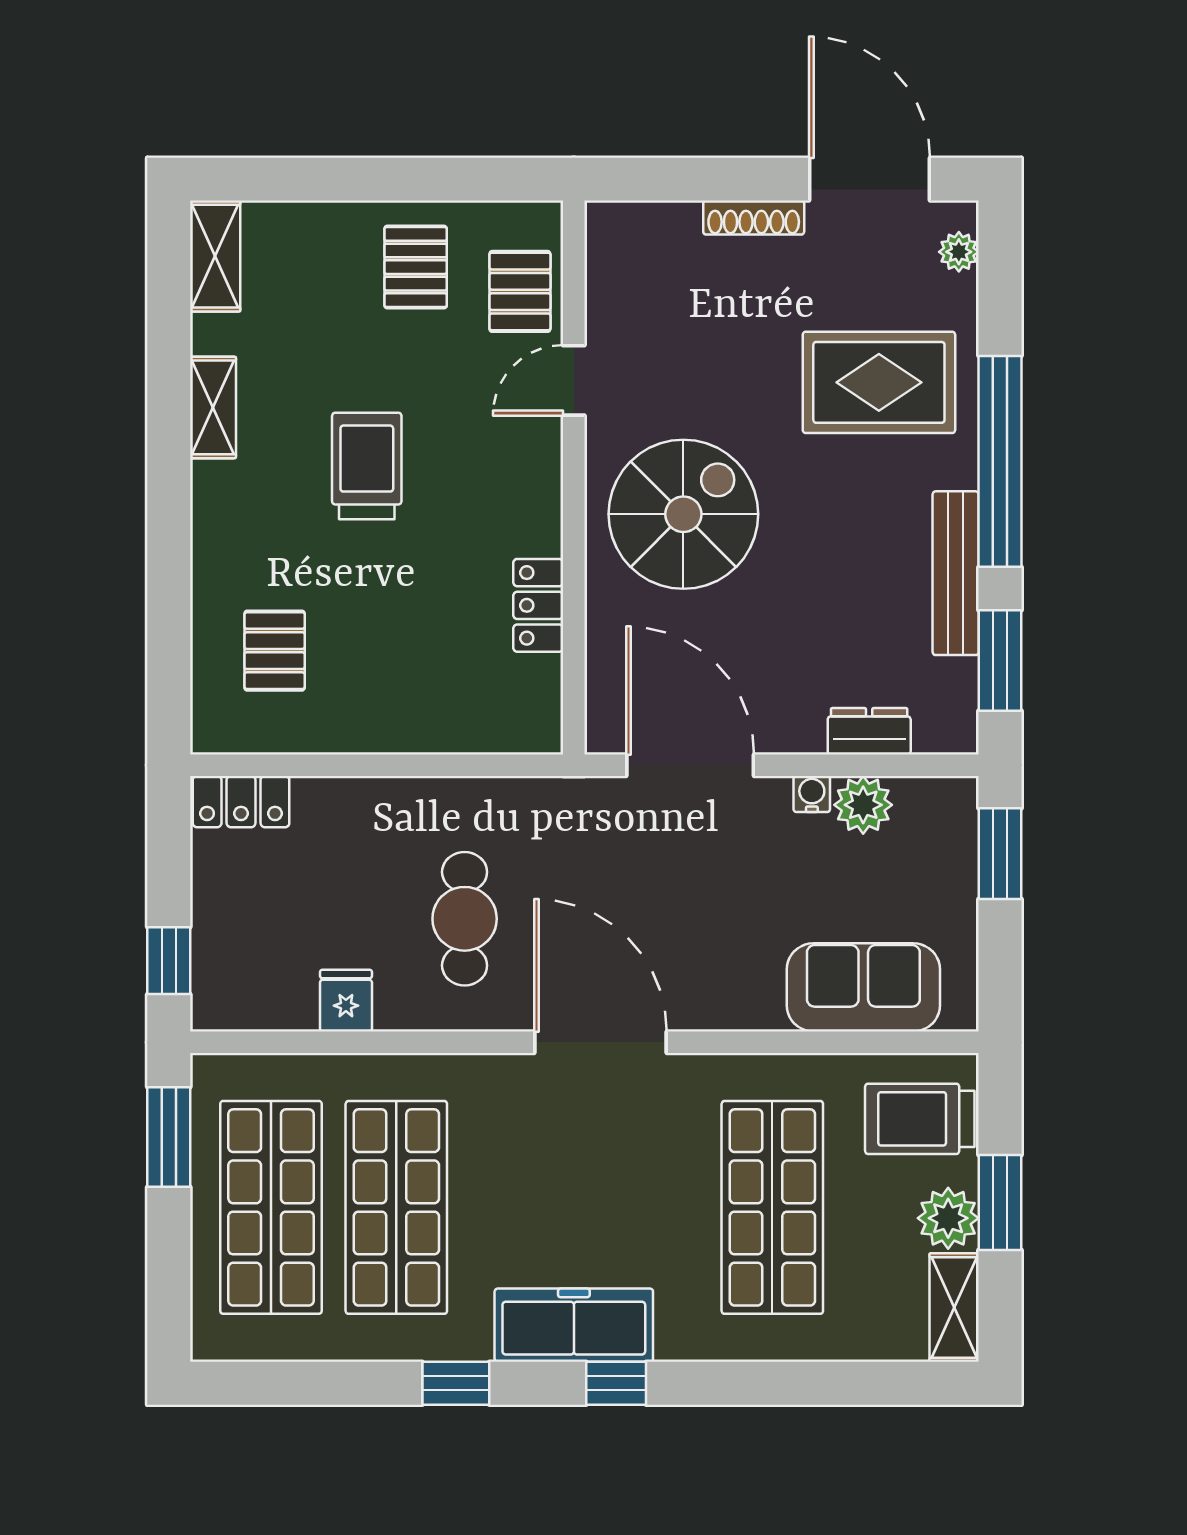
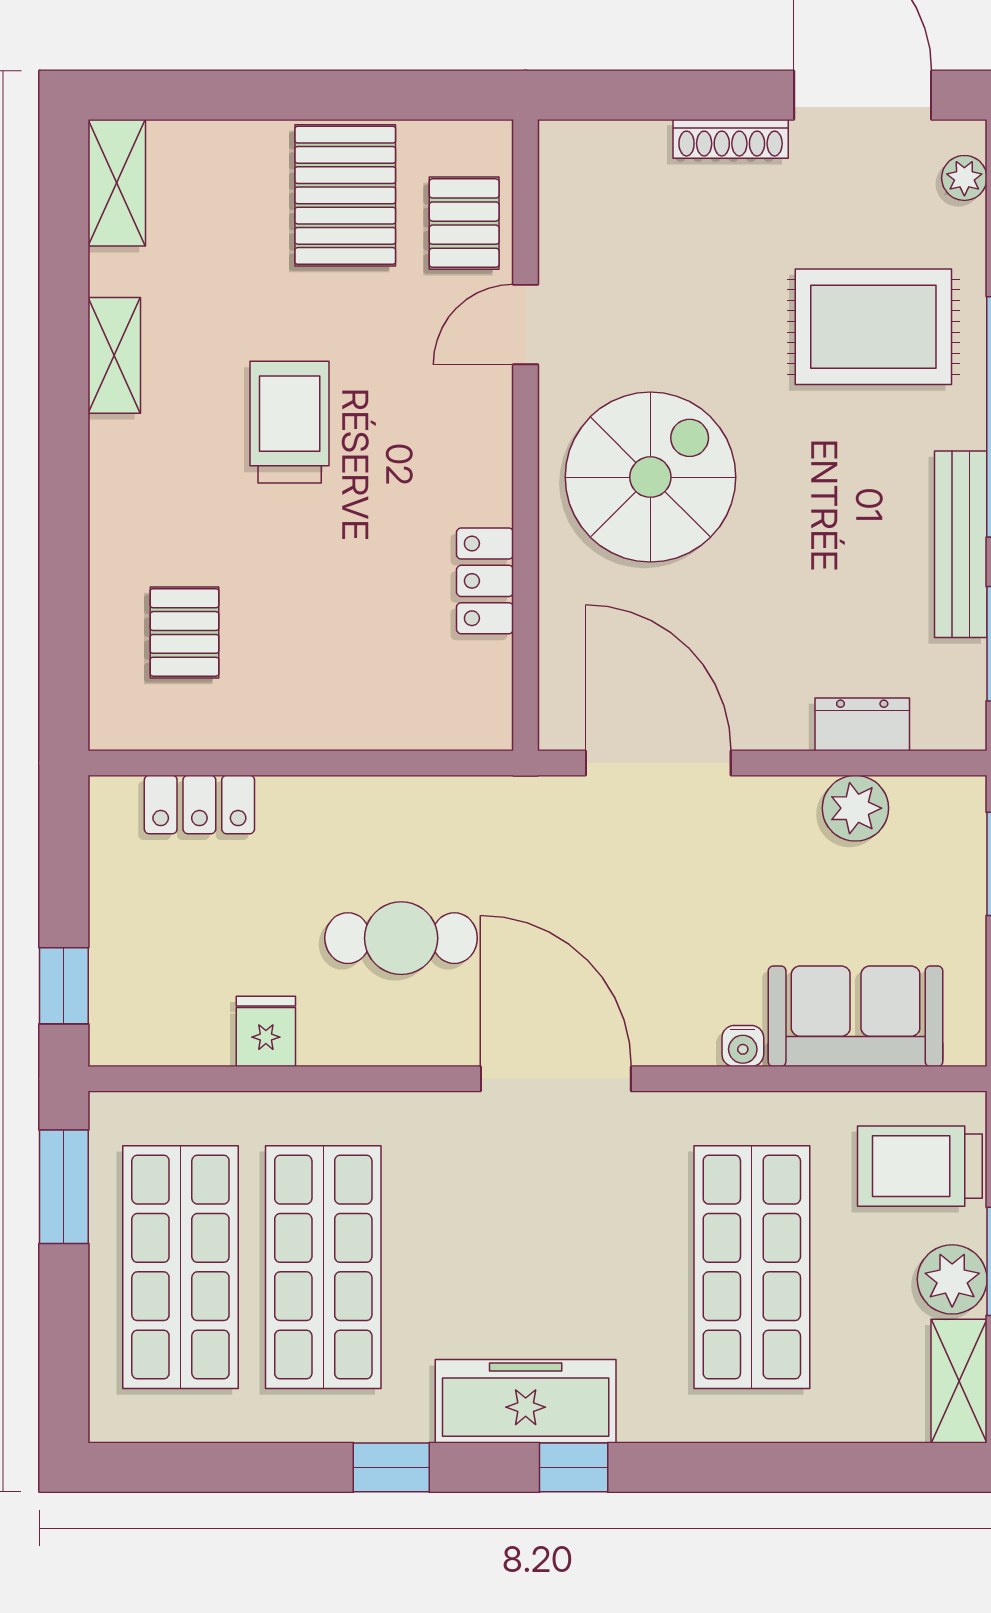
pallet: (416, 267) -> (345, 195), width x1.50, depth x1.42
water cooler: (812, 794) -> (743, 1046), moved, turned 180
locker: (241, 802) -> (199, 805), moved
cafe table: (465, 919) -> (401, 938), turned 90

